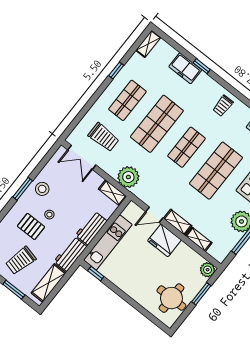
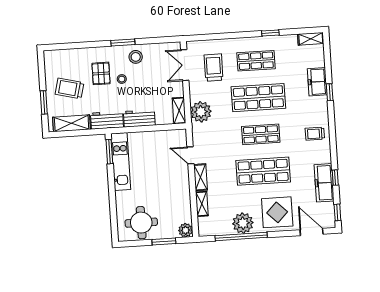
trolley: (104, 137) -> (214, 68), turned 180
fridge: (164, 240) -> (179, 180), removed
kitchen unit: (108, 242) -> (121, 162), moved, turned -90
window: (96, 274) -> (109, 152), width x1.50

